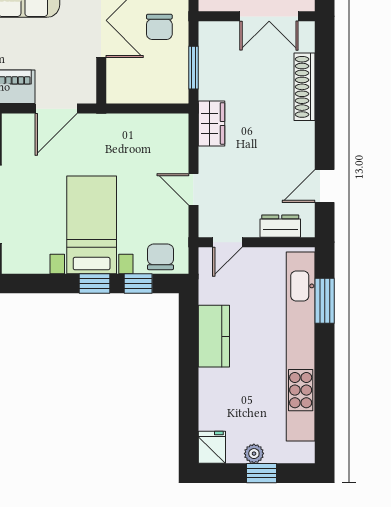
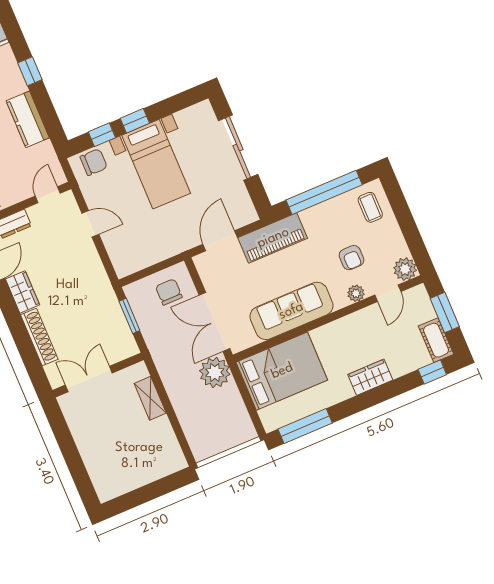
chair: (159, 27) -> (169, 292), moved
wardrobe: (211, 123) -> (22, 292), moved, turned 180
chair: (161, 257) -> (94, 162), turned -90
window: (189, 389) -> (30, 71), added

